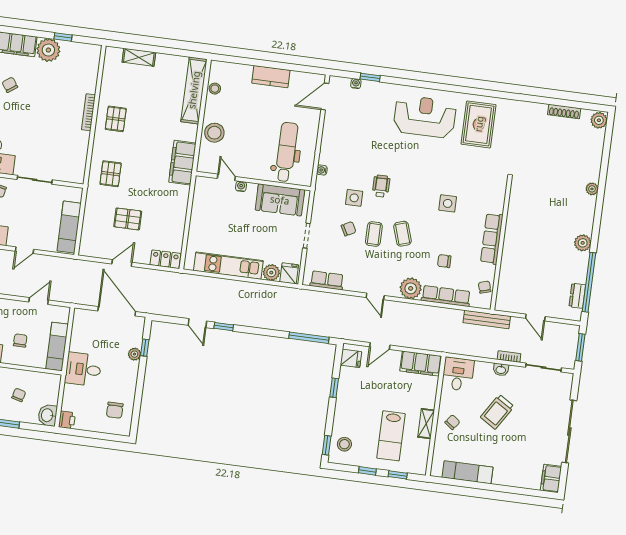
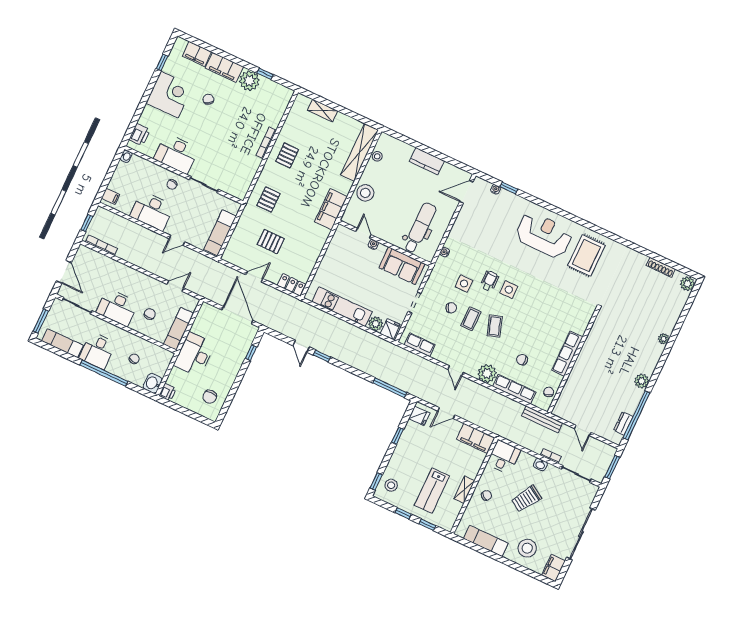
side table: (448, 203) -> (509, 290), moved
plant: (134, 354) -> (241, 355), removed
desk: (83, 369) -> (194, 355), width x1.37
stool: (515, 466) -> (527, 548), added

